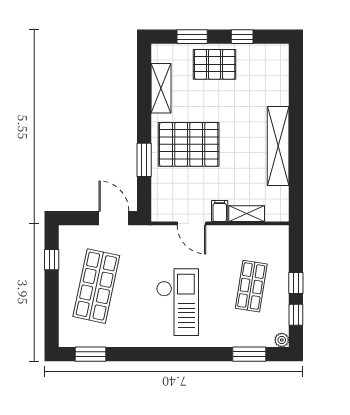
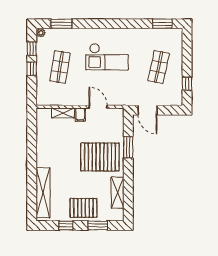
shelving: (278, 146) -> (43, 193), moved
shop shelf: (96, 286) -> (159, 67), width x0.70, depth x0.74
checkout: (178, 302) -> (107, 57), turned -90

